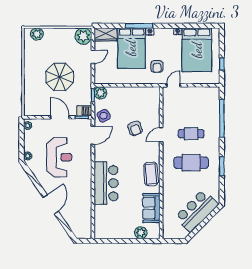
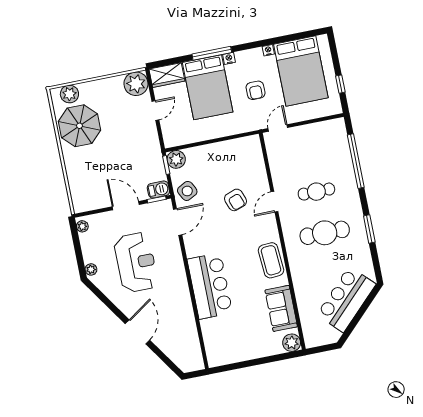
armchair: (157, 66) -> (256, 90), moved
parasol: (60, 77) -> (79, 126), moved
plant: (141, 233) -> (292, 343), moved

